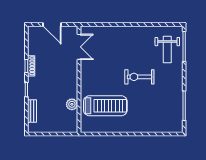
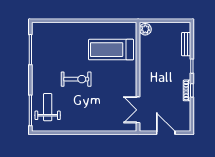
plant: (72, 104) -> (145, 29), moved

